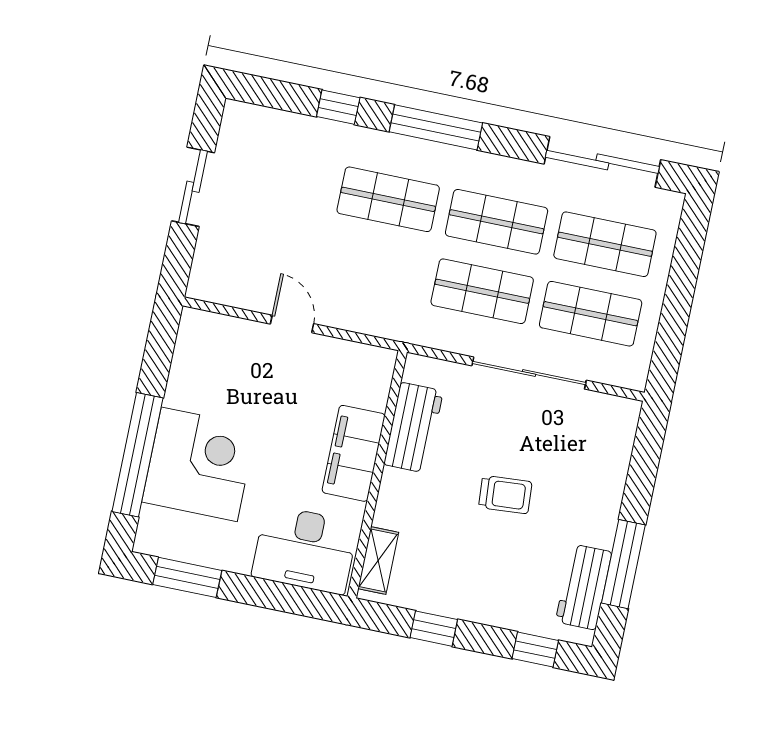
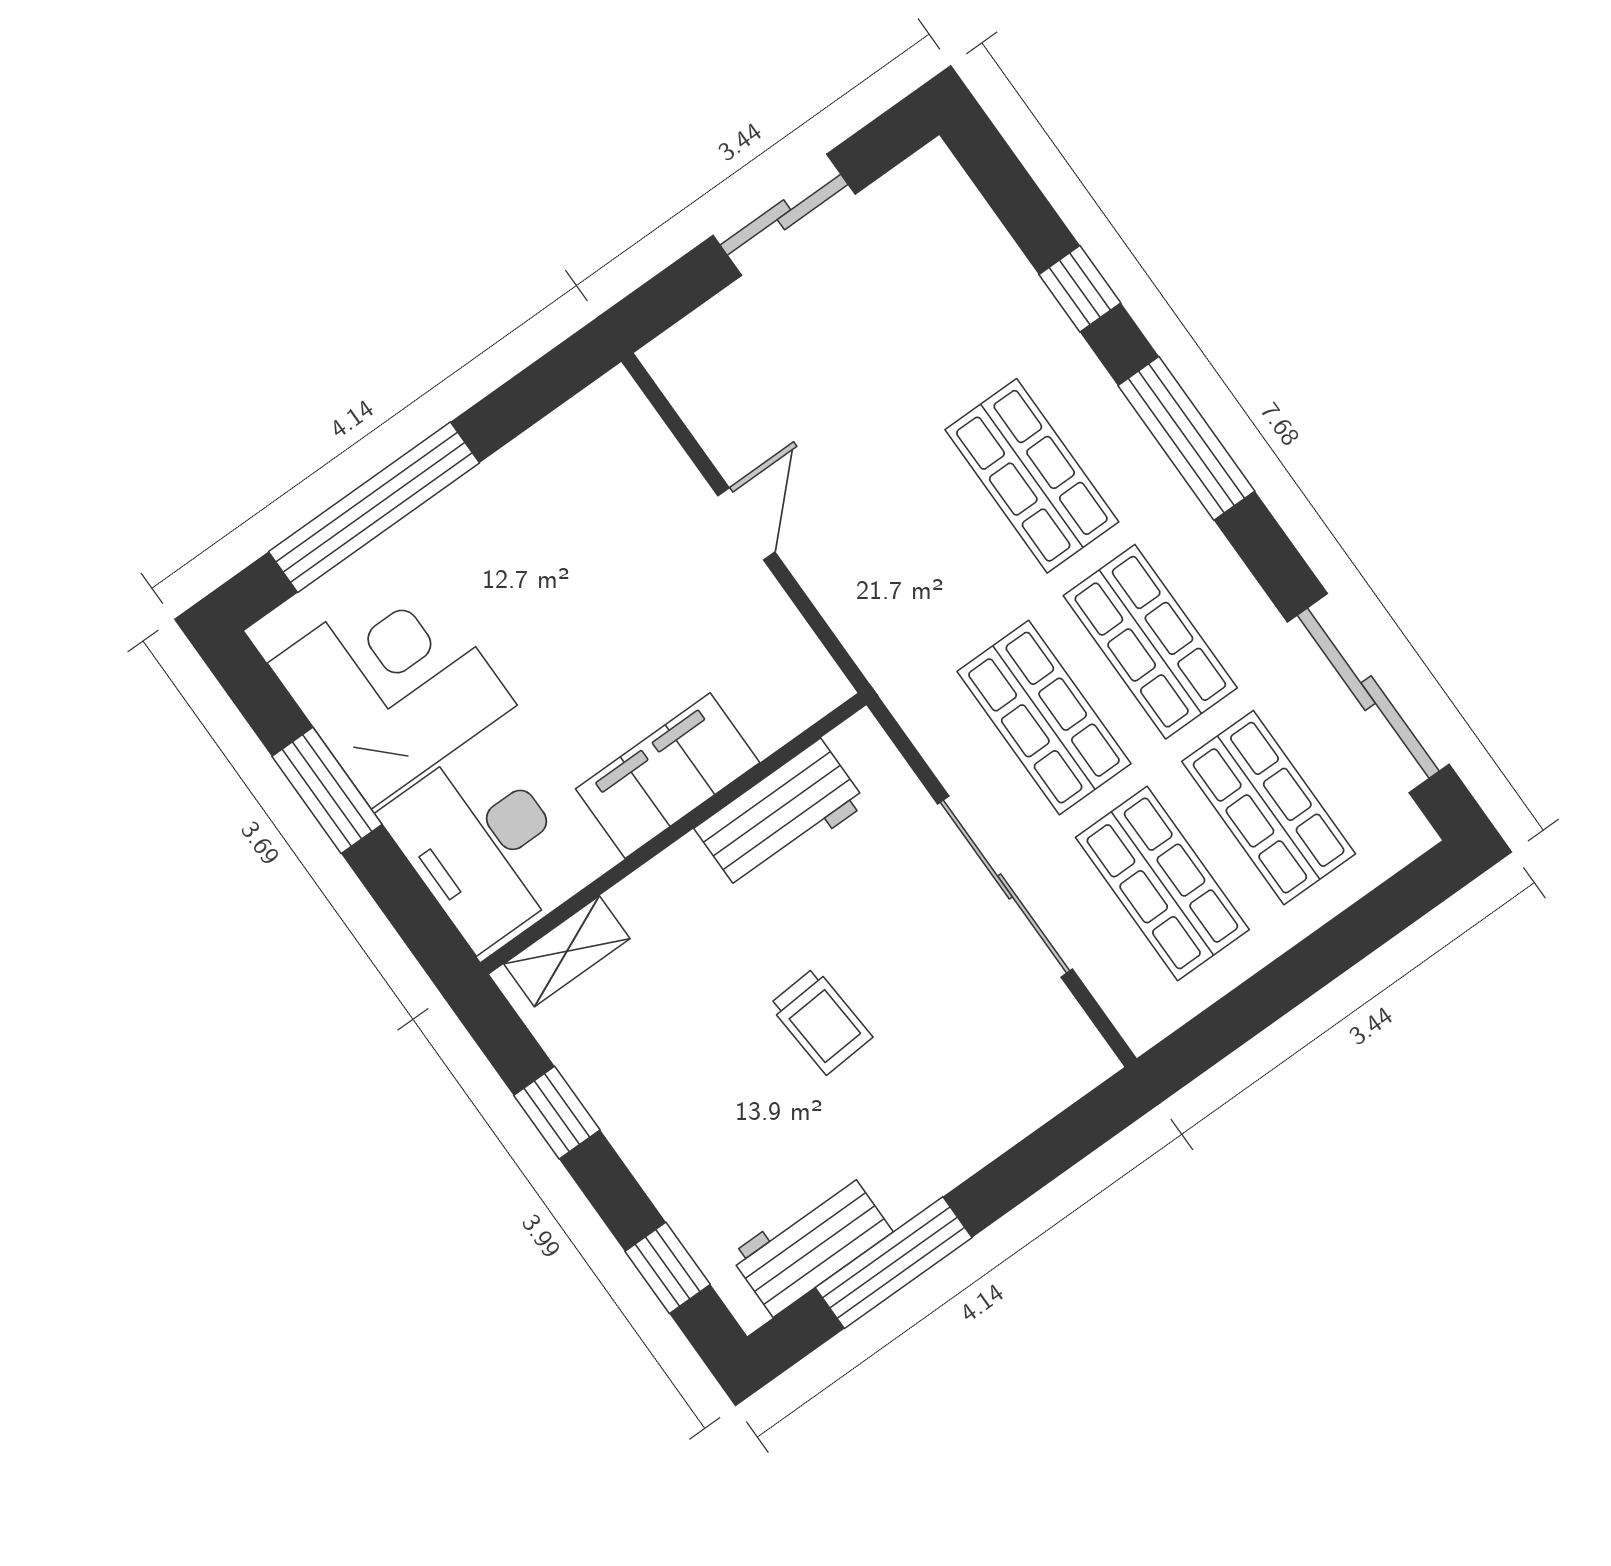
corner desk: (199, 464) -> (392, 684), moved, turned -90
window: (187, 577) -> (327, 790), moved

